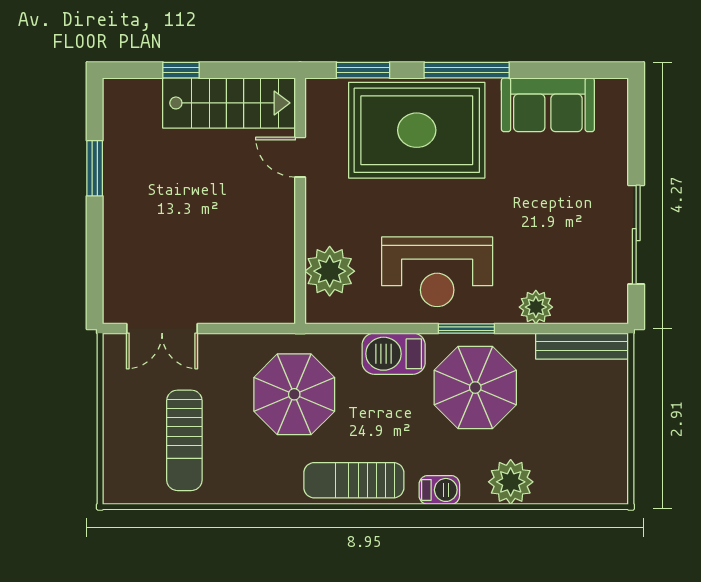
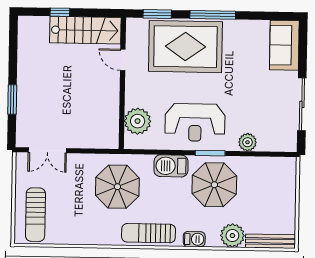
sofa: (548, 105) -> (284, 45), moved, turned 90
window: (95, 168) -> (12, 99), moved
bench: (582, 346) -> (270, 241), moved
sun lounger: (184, 440) -> (35, 215), moved

